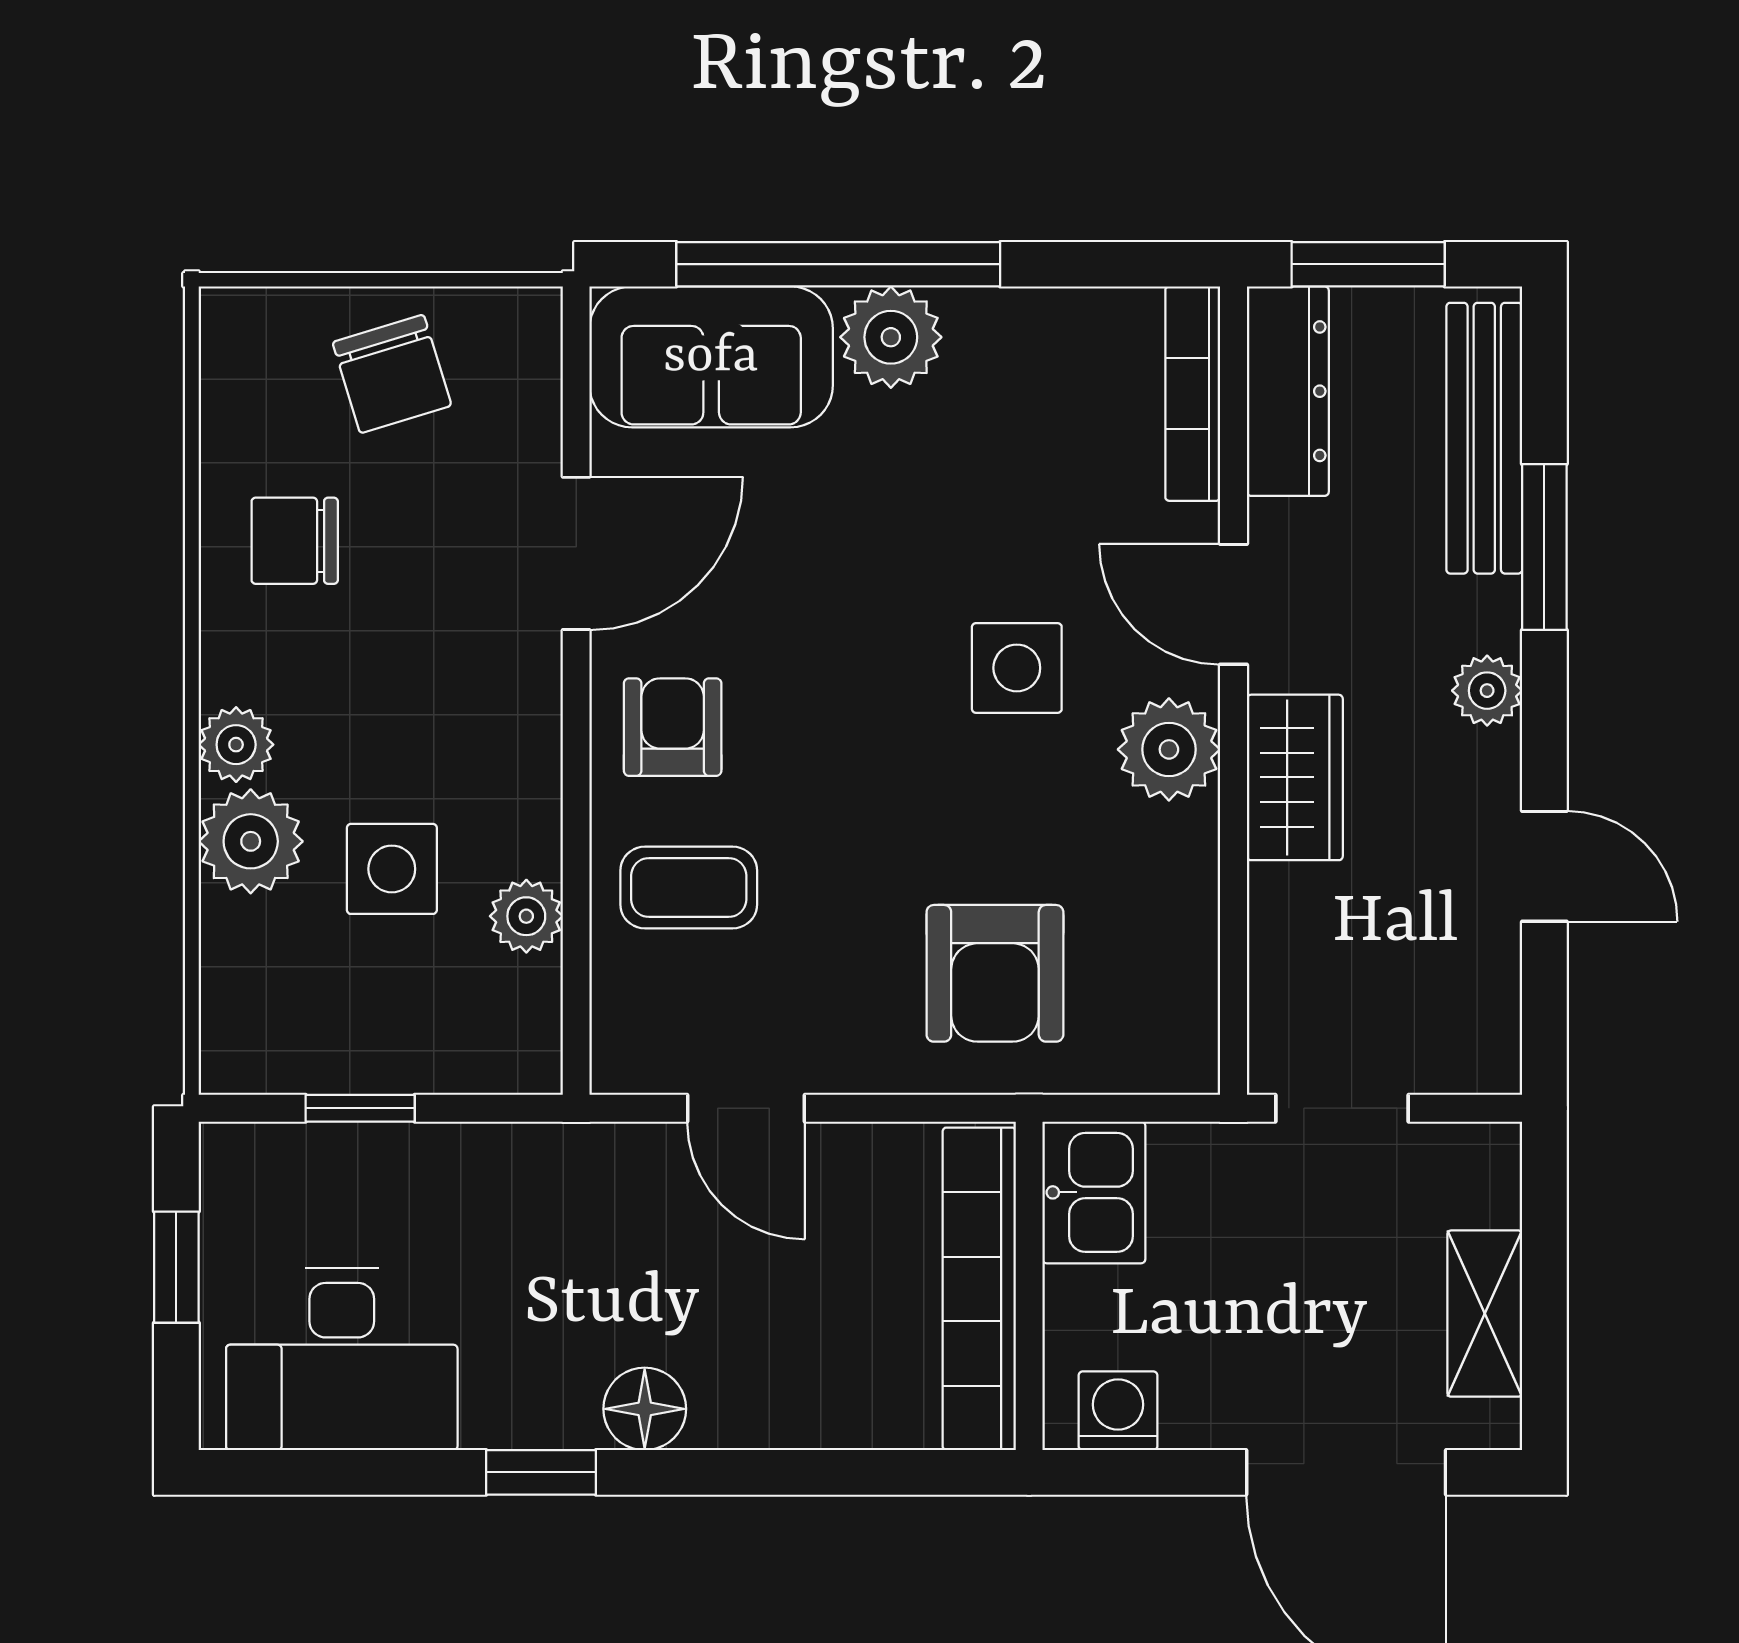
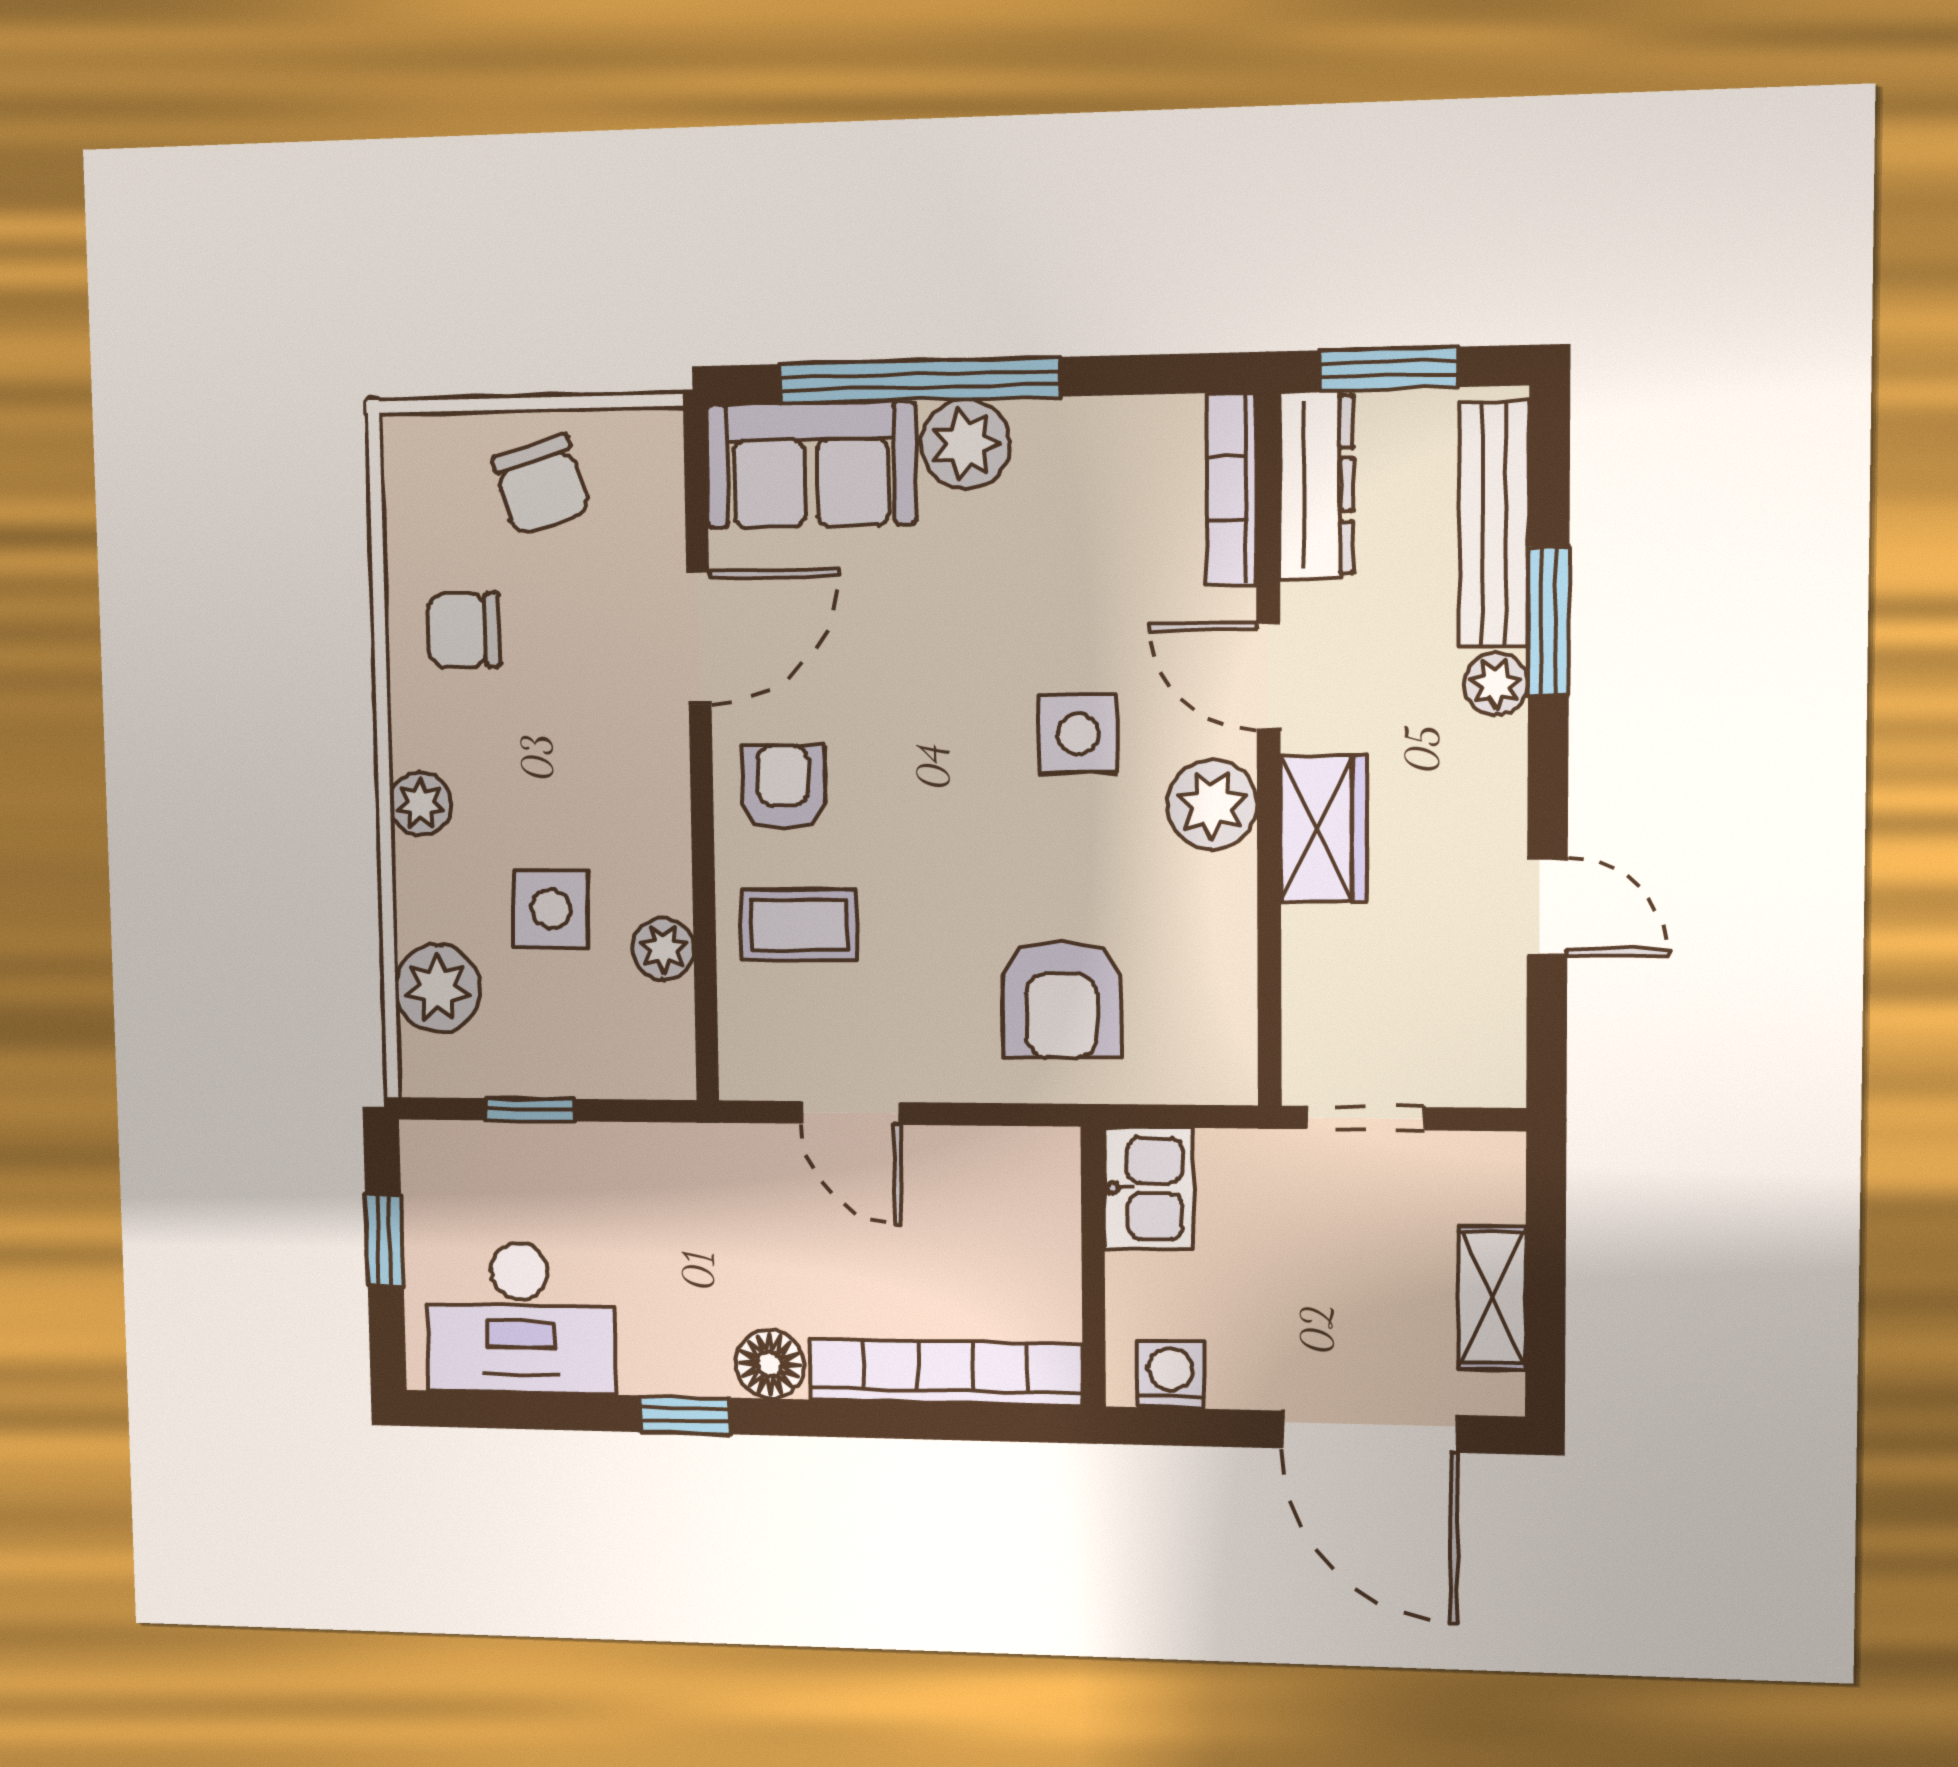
plant: (1487, 691) -> (1496, 684), moved
plant: (251, 841) -> (437, 988), moved
bookcase: (979, 1289) -> (946, 1372), moved, turned 90

